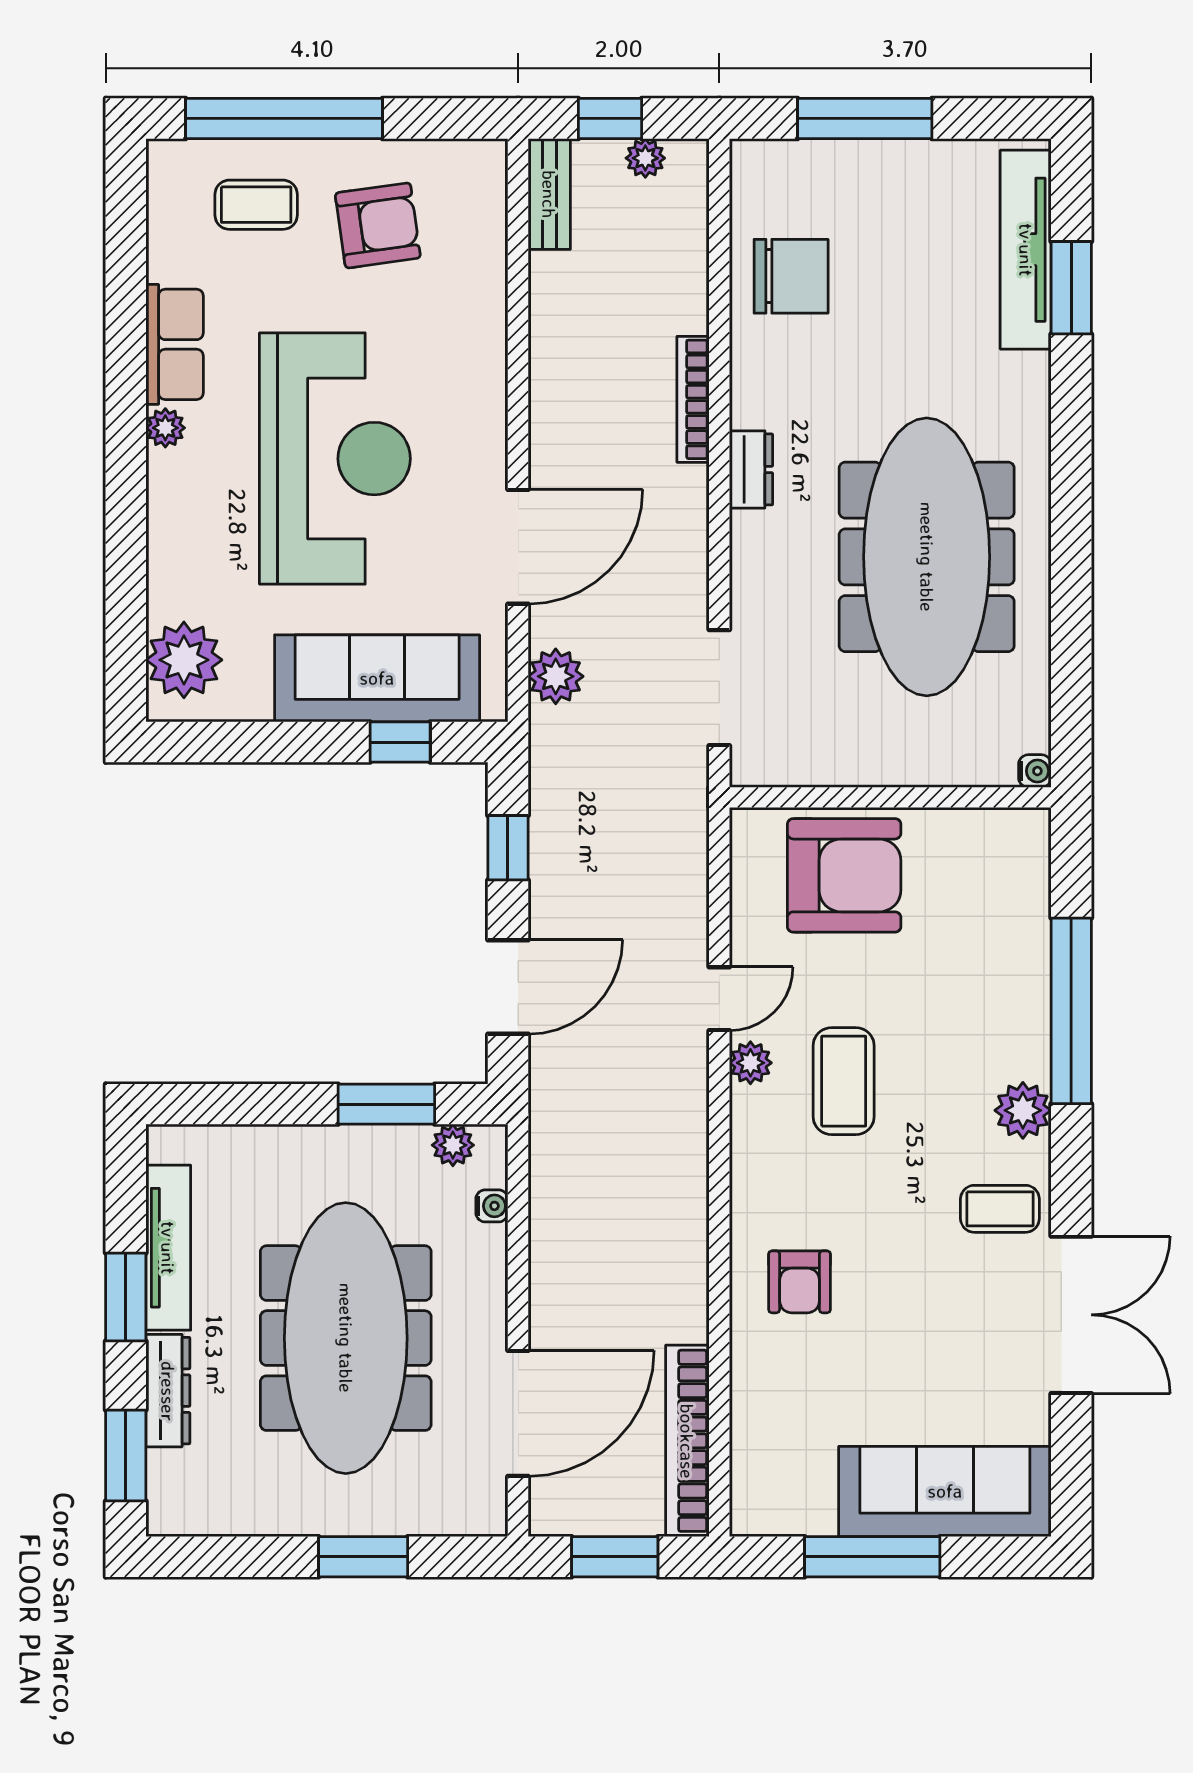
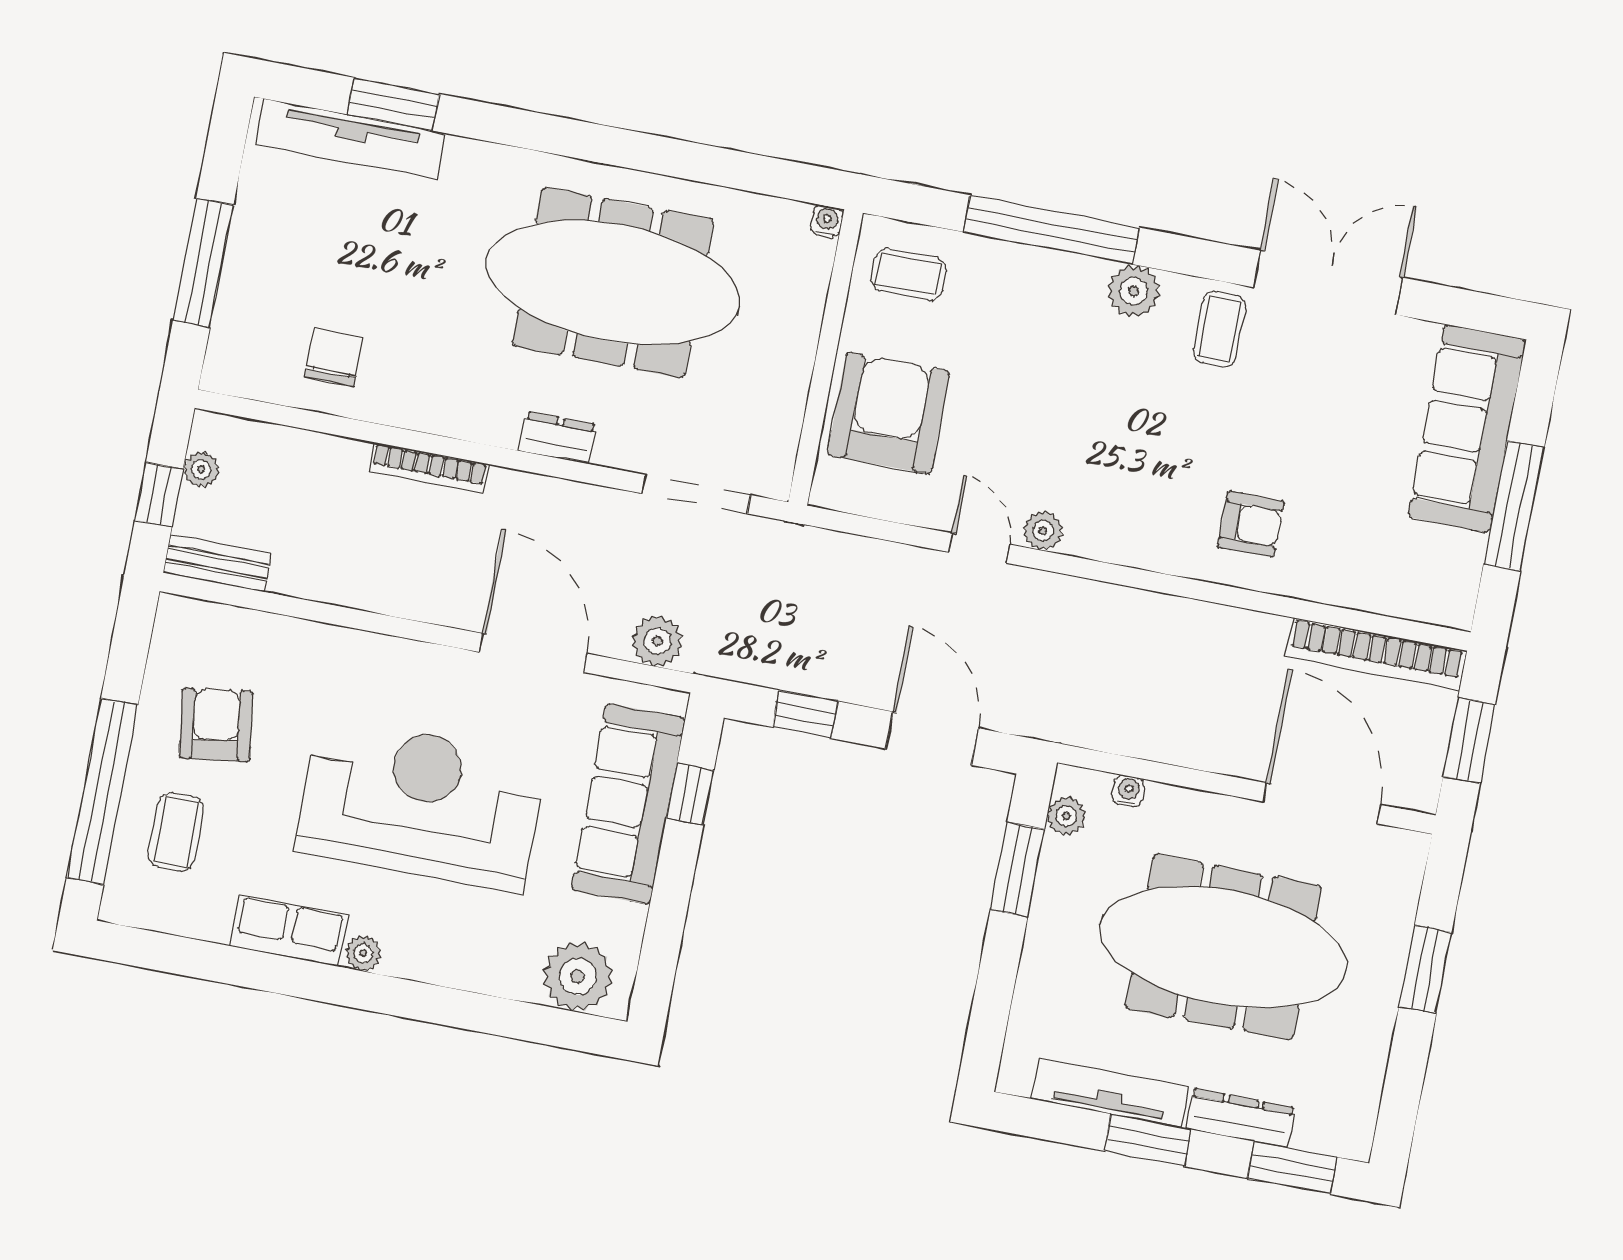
chair: (791, 276) -> (334, 357), width x0.73, depth x0.73
dresser: (751, 469) -> (558, 438), moved
coffee table: (844, 1081) -> (909, 274), moved, width x0.73, depth x0.77

